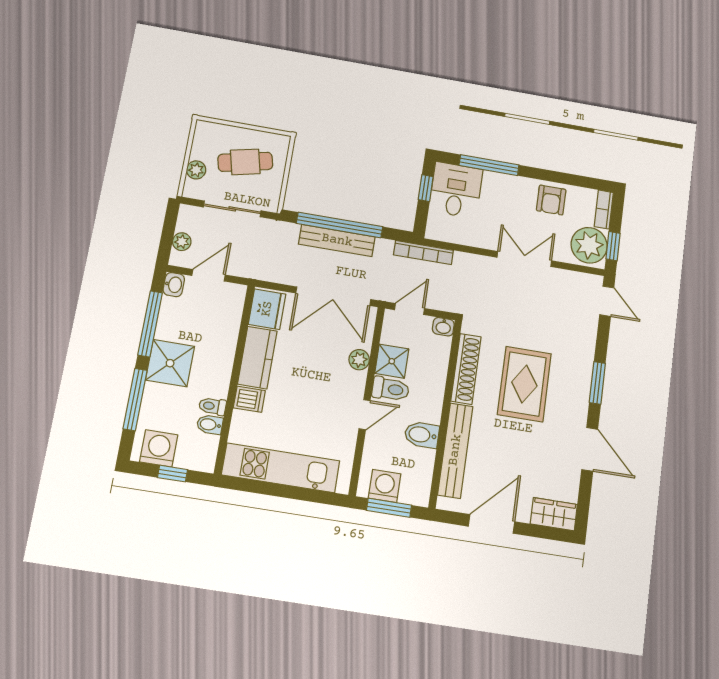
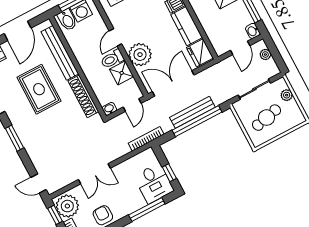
plant: (359, 360) -> (140, 55), width x1.88, depth x1.88
rug: (524, 384) -> (39, 89), moved
bidet: (422, 435) -> (67, 20), moved, turned 90

